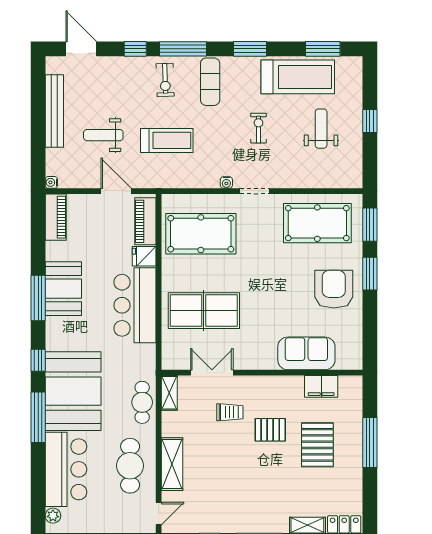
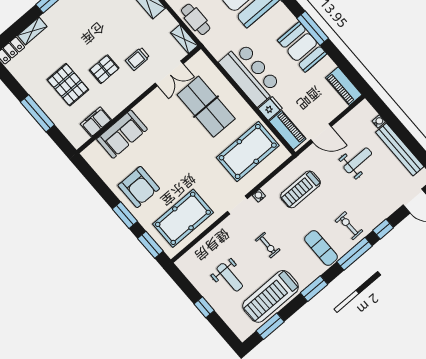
treadmill: (167, 140) -> (300, 189), moved
water cooler: (51, 182) -> (379, 121), moved
table tennis table: (204, 311) -> (206, 107), turned 90

